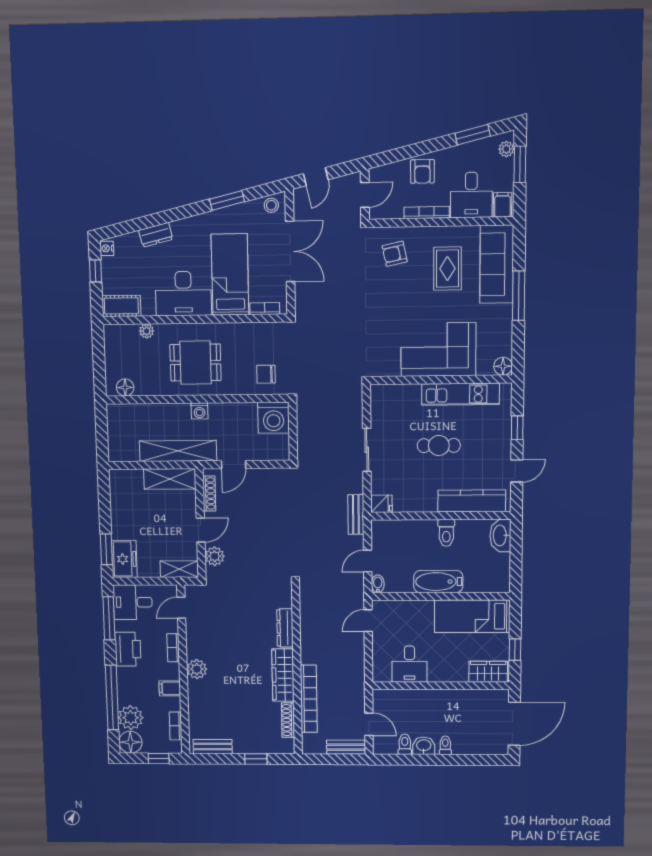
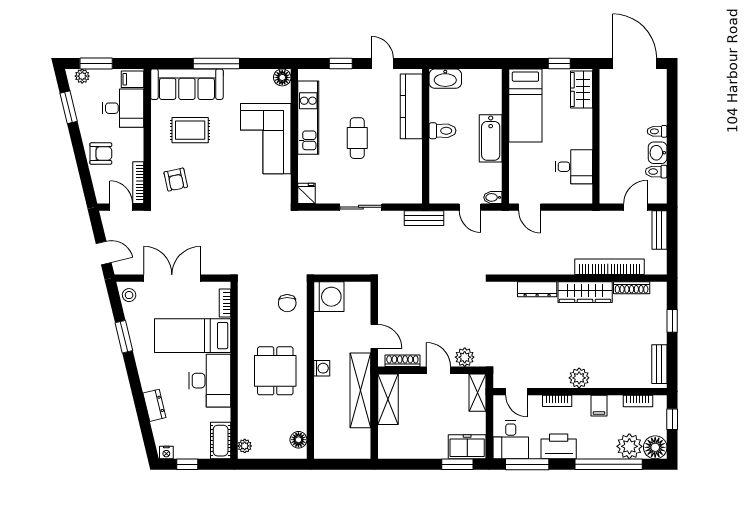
bookcase: (427, 213) -> (138, 183), moved
plant: (147, 331) -> (245, 446), moved
fridge: (381, 504) -> (307, 193), moved

